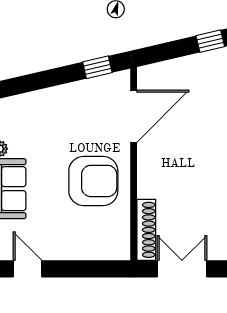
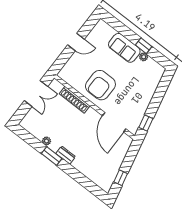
shoe rack: (146, 230) -> (75, 100), moved
door: (28, 269) -> (76, 42), moved

